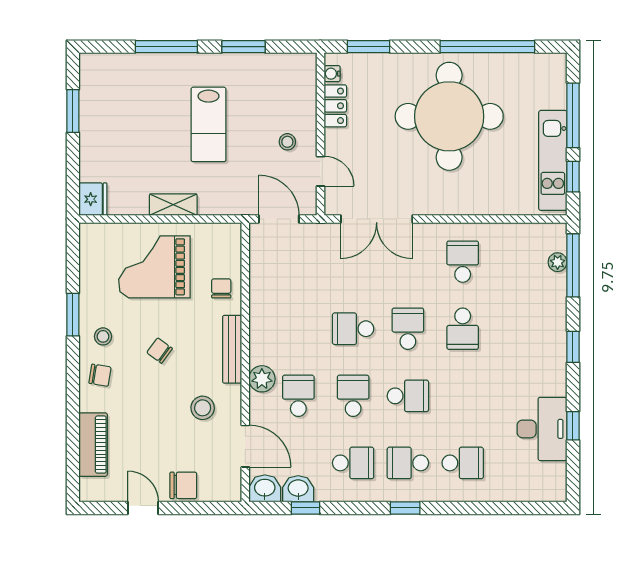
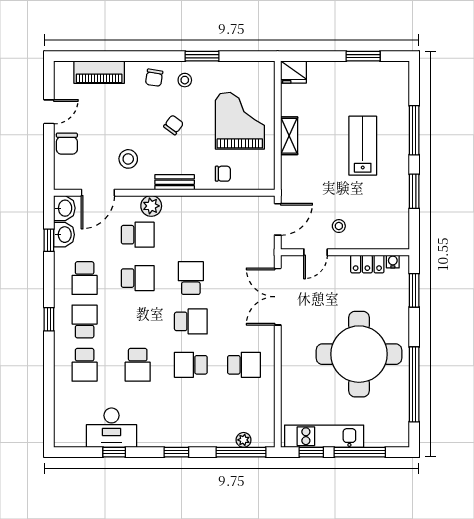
lab bench: (208, 124) -> (363, 146), moved, turned 90
bench: (232, 349) -> (175, 182), width x0.73
school desk: (408, 396) -> (138, 365), moved

